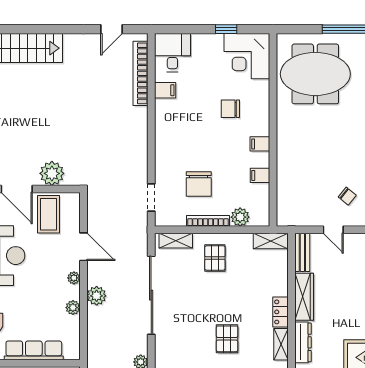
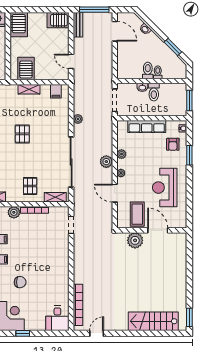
filing cabinet: (165, 90) -> (62, 294), removed
chair: (199, 184) -> (40, 234), removed

